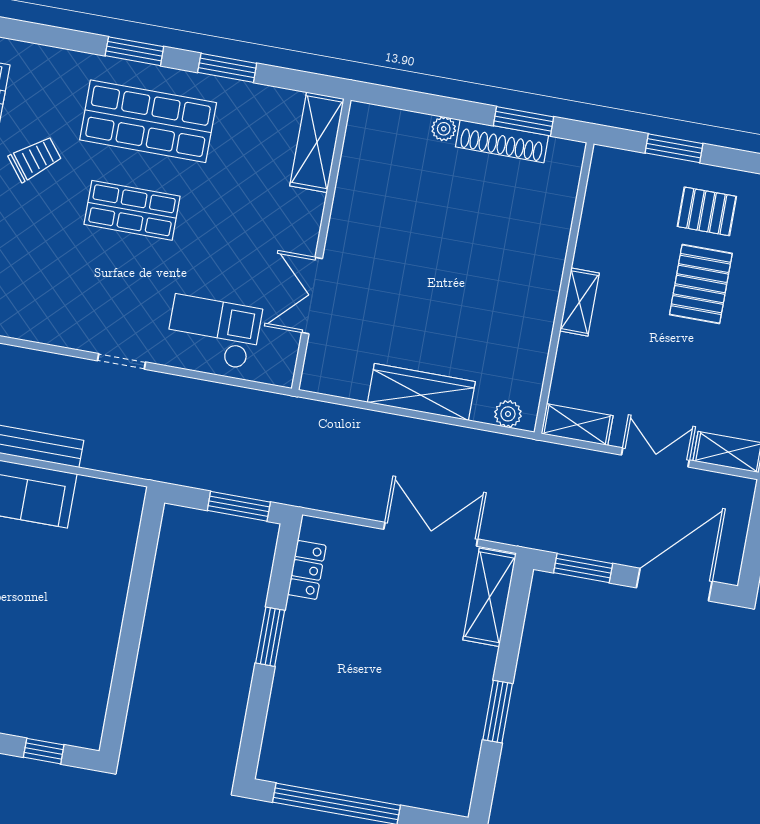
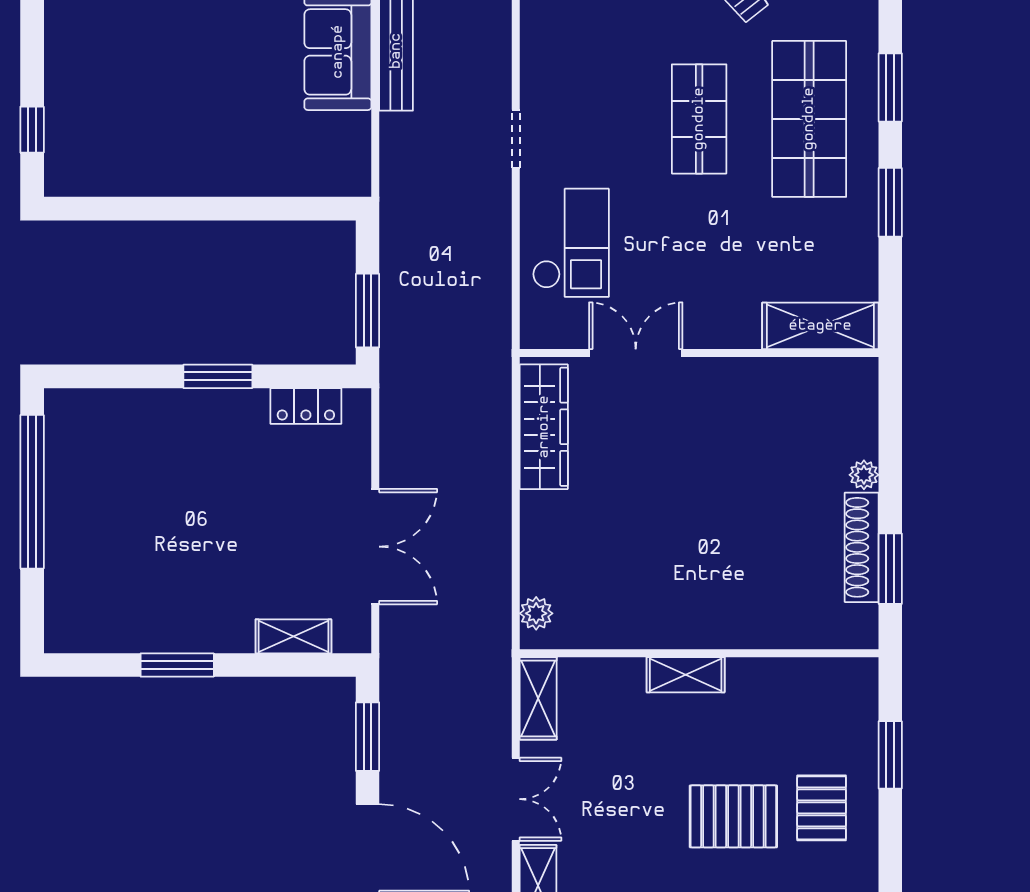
wardrobe: (421, 392) -> (544, 427), moved
shelving: (489, 597) -> (293, 636), width x0.67, depth x0.75

